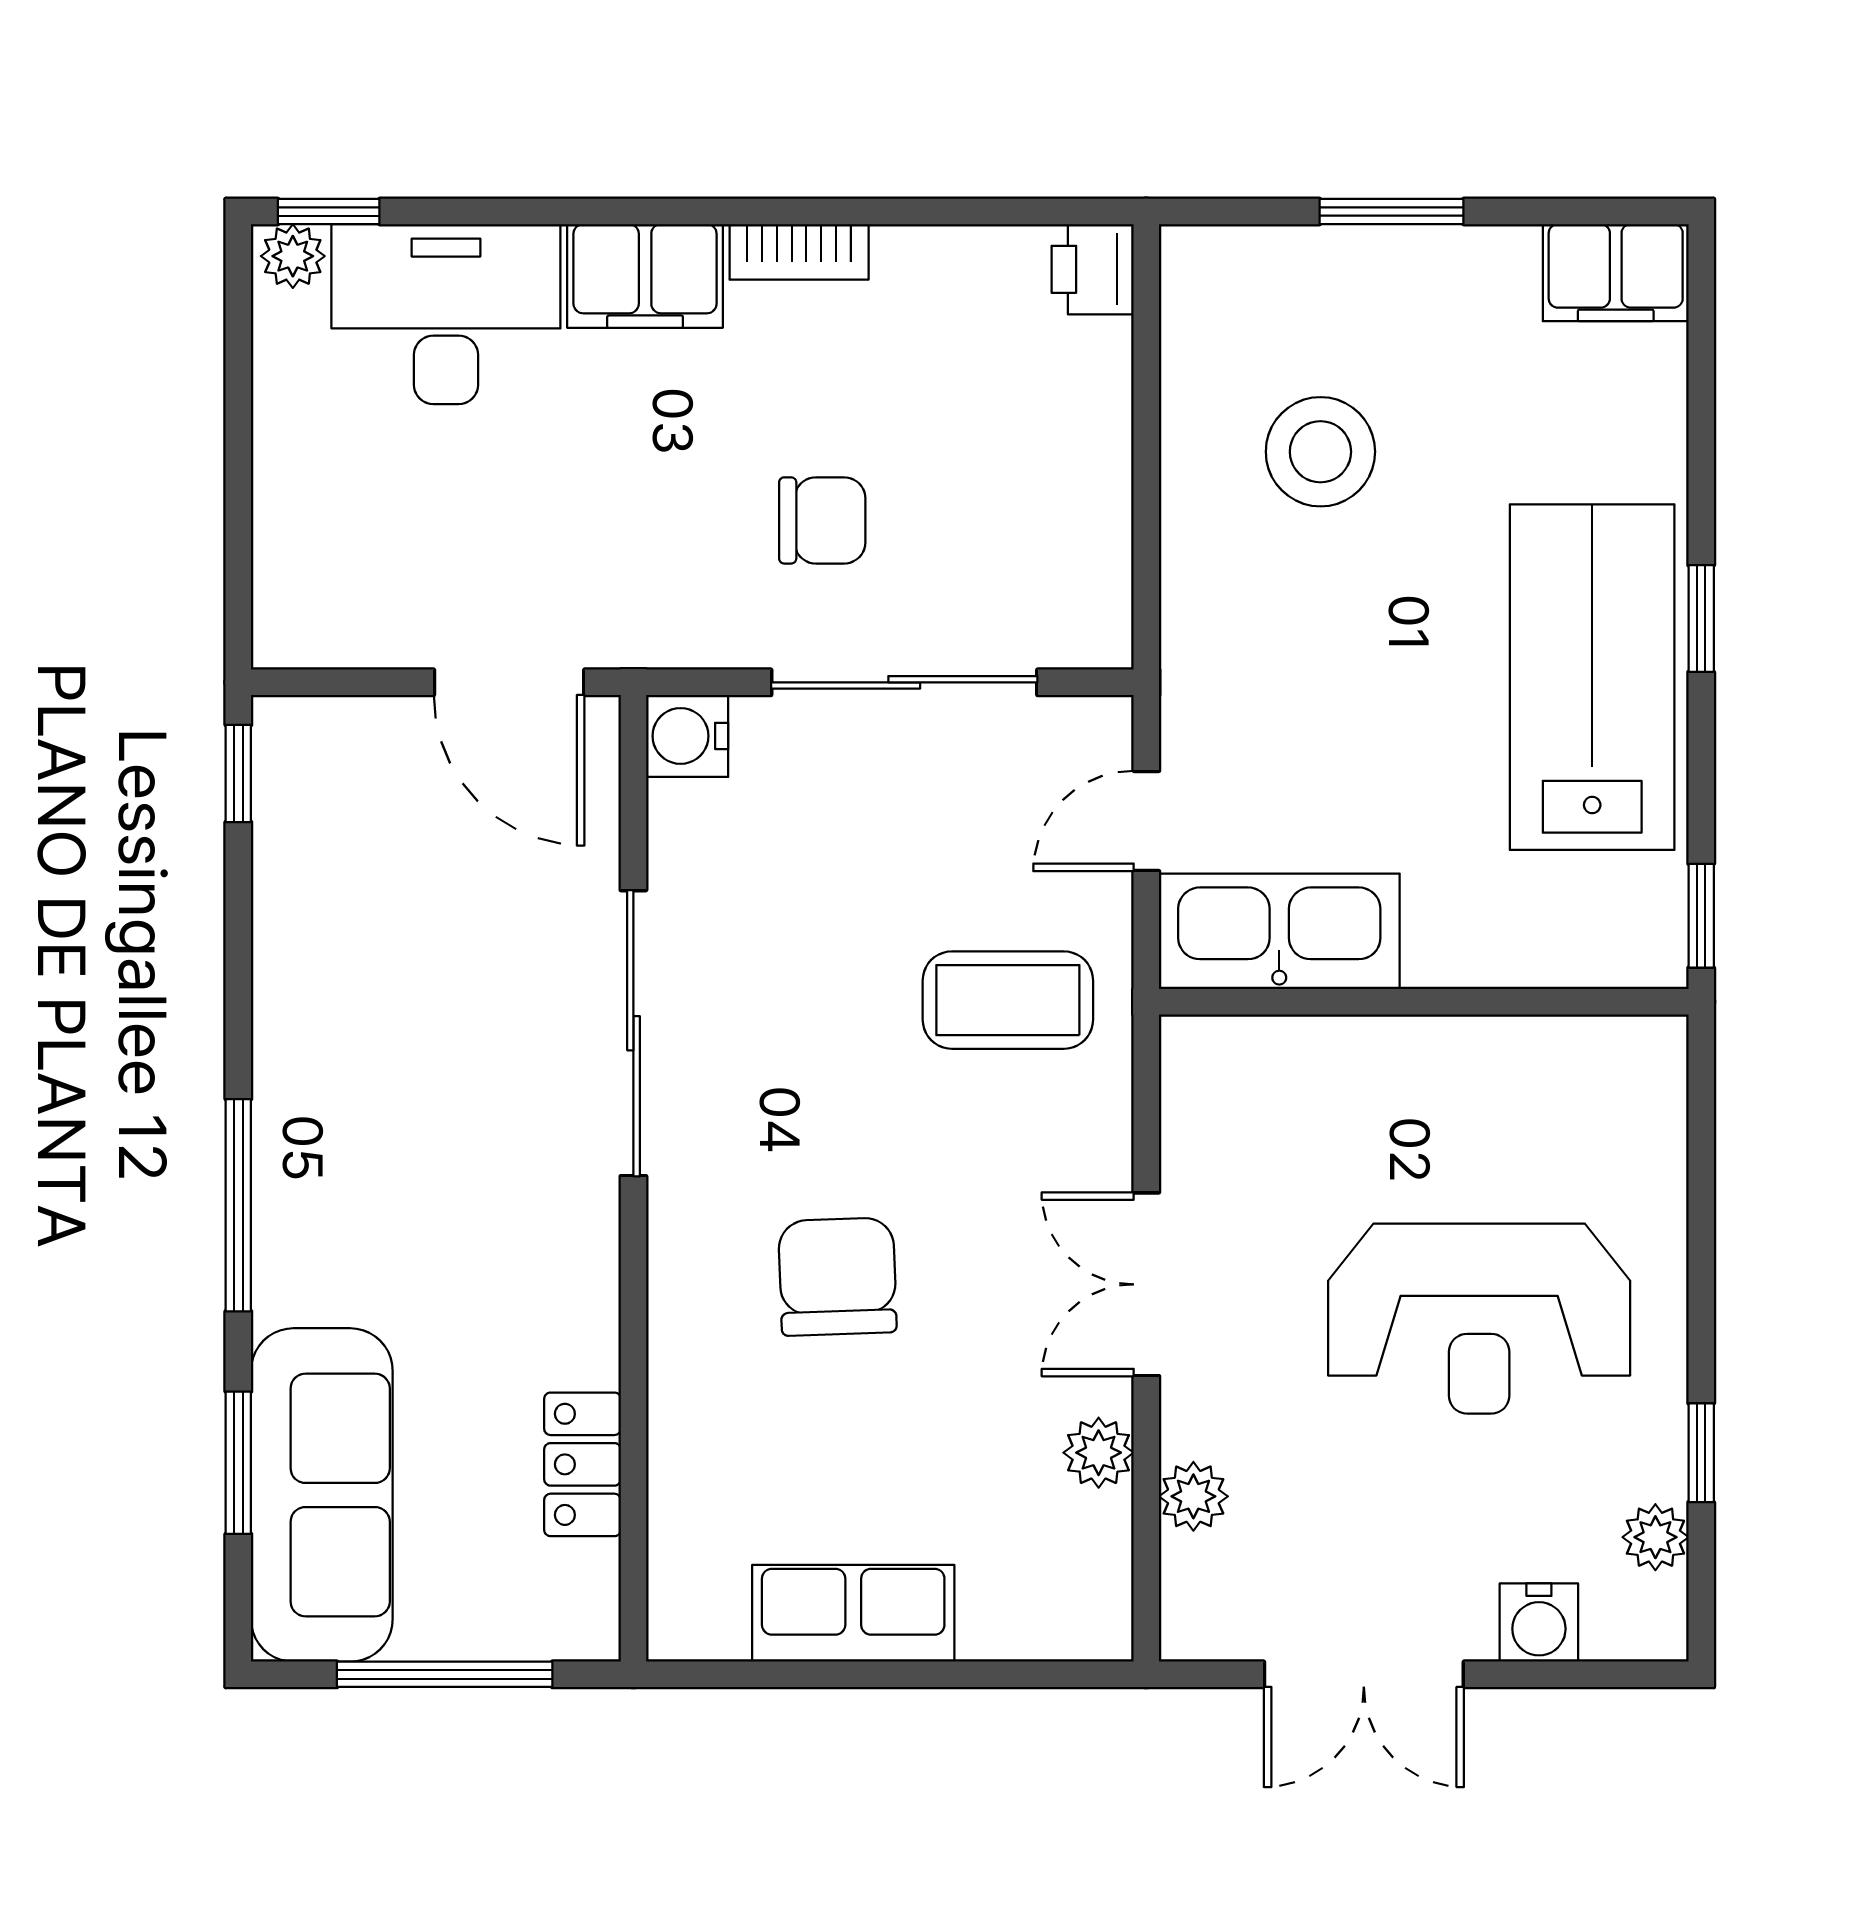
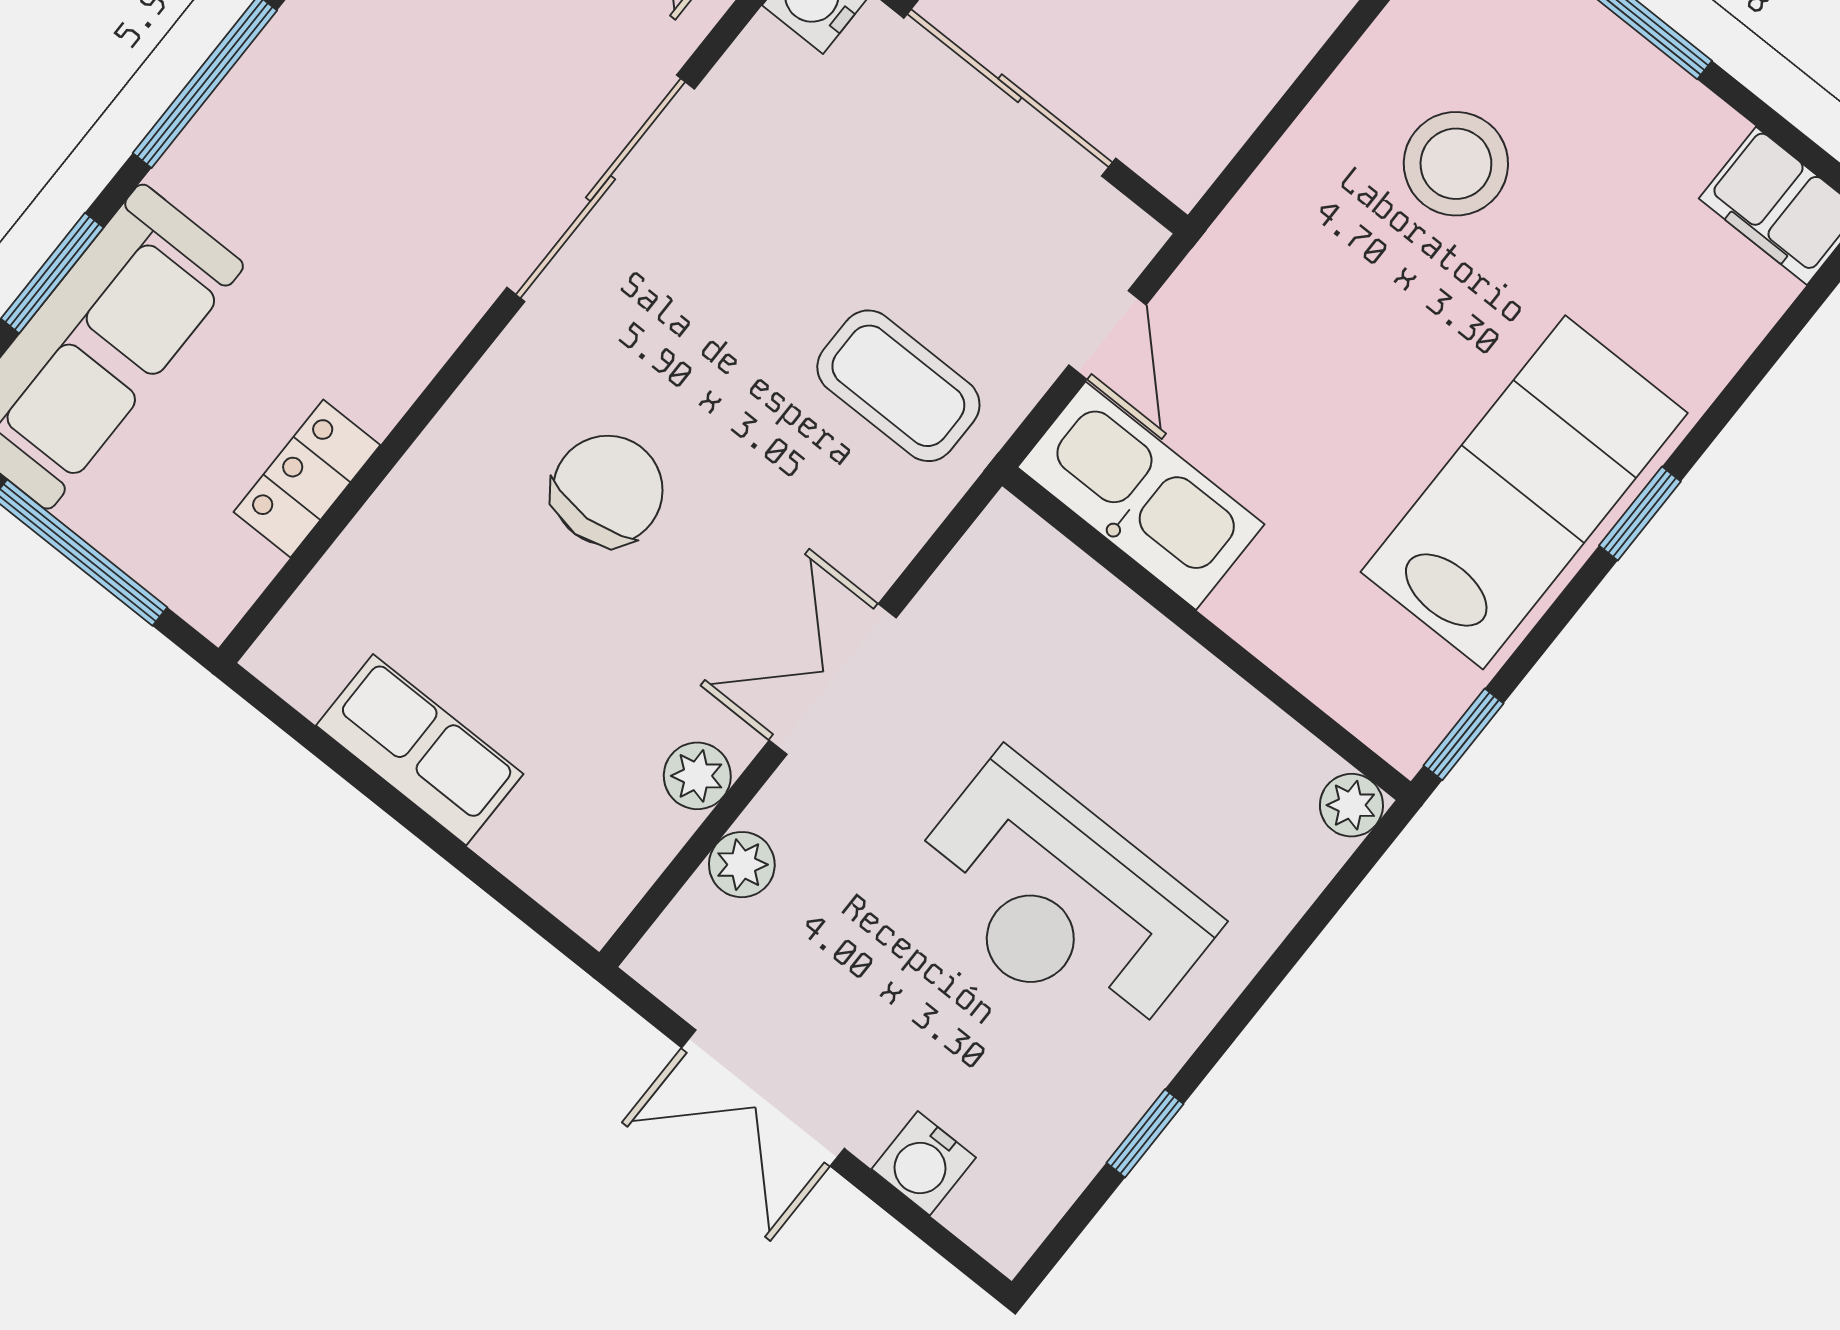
door: (1146, 821) -> (1107, 335), swing flipped
plant: (1655, 1537) -> (1351, 805), moved

